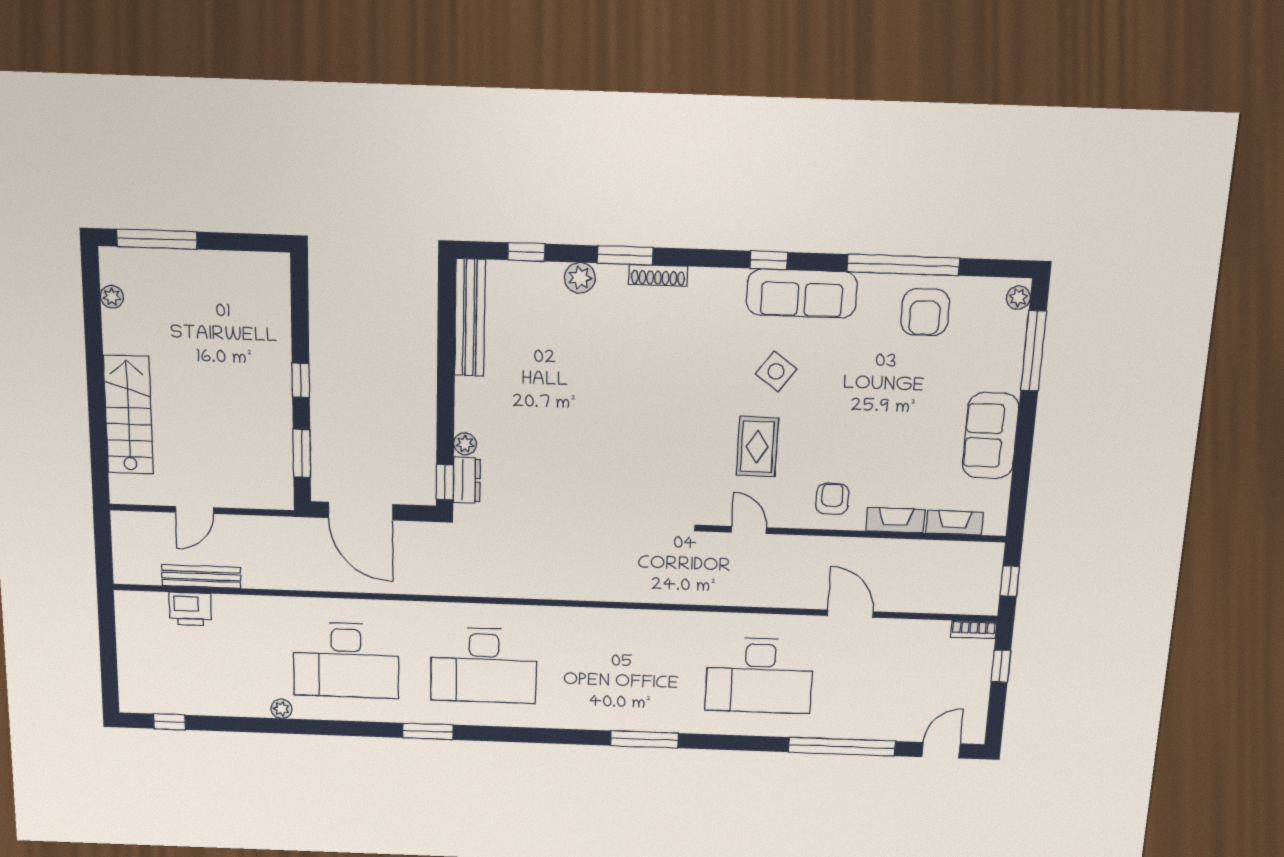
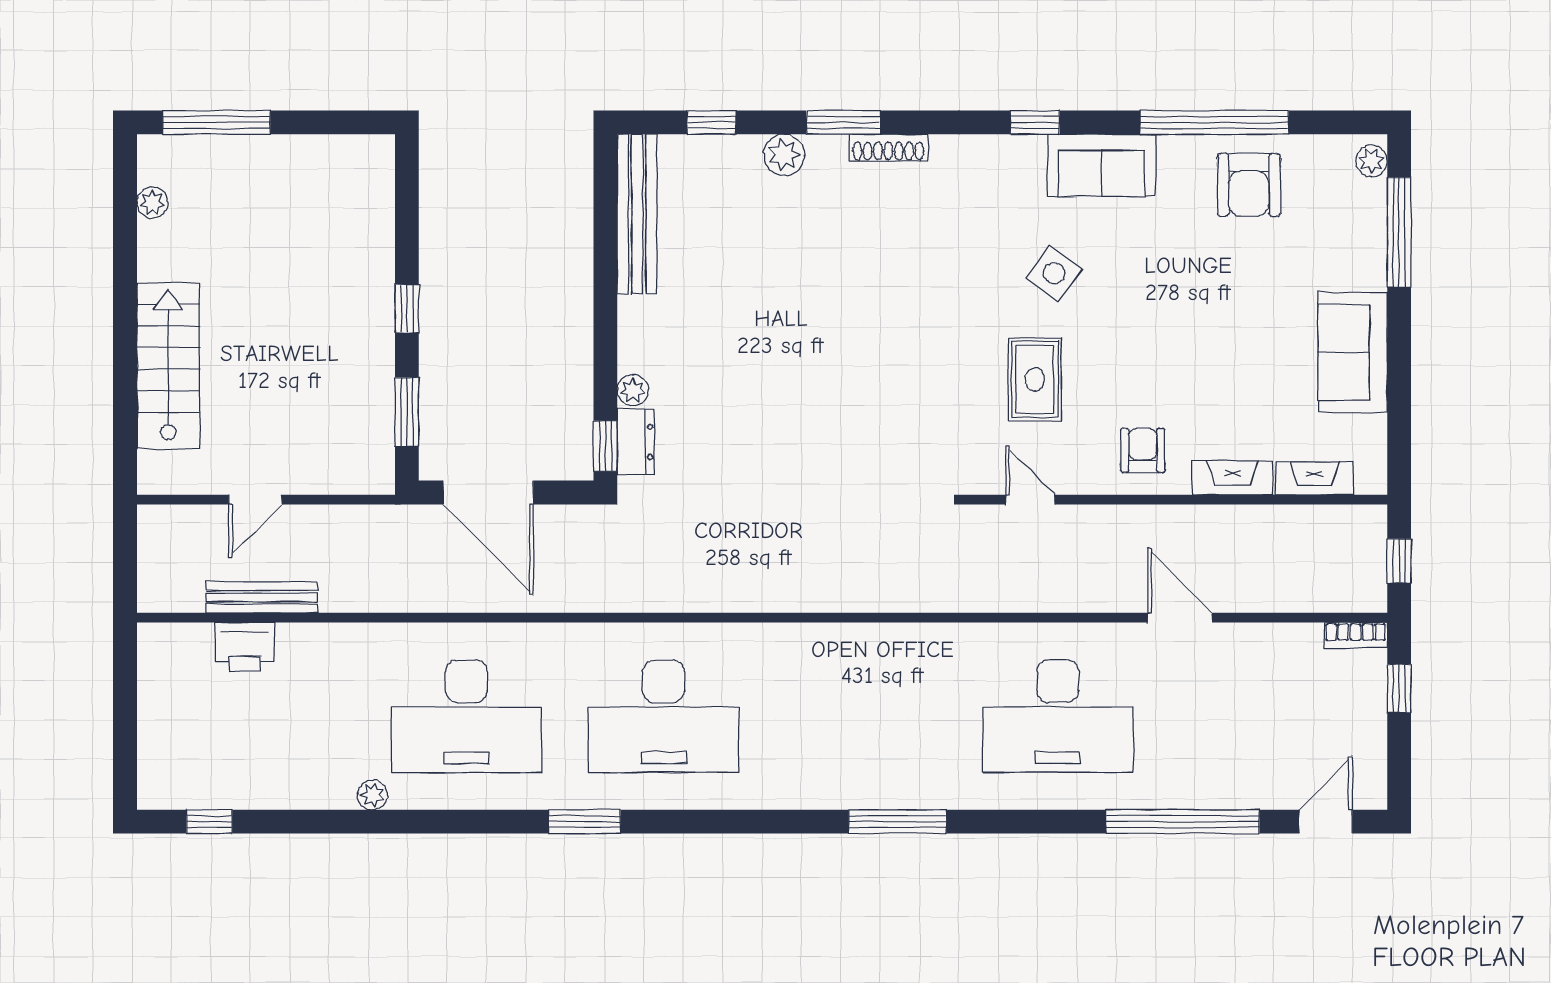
sofa: (802, 293) -> (1102, 165), width x0.73

